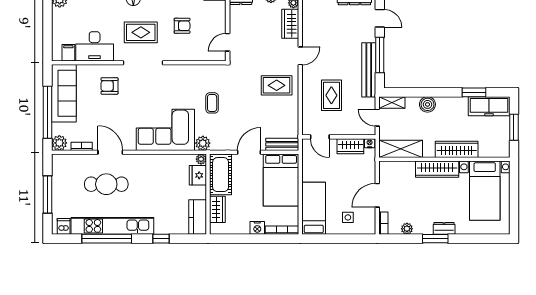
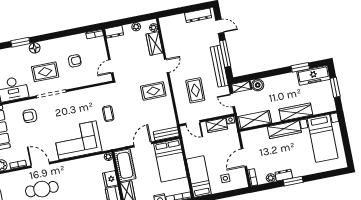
boiler: (427, 104) -> (258, 85), moved
plant: (203, 143) -> (107, 145), removed
fridge: (198, 175) -> (110, 179), moved
dresser: (444, 228) -> (284, 175), moved

